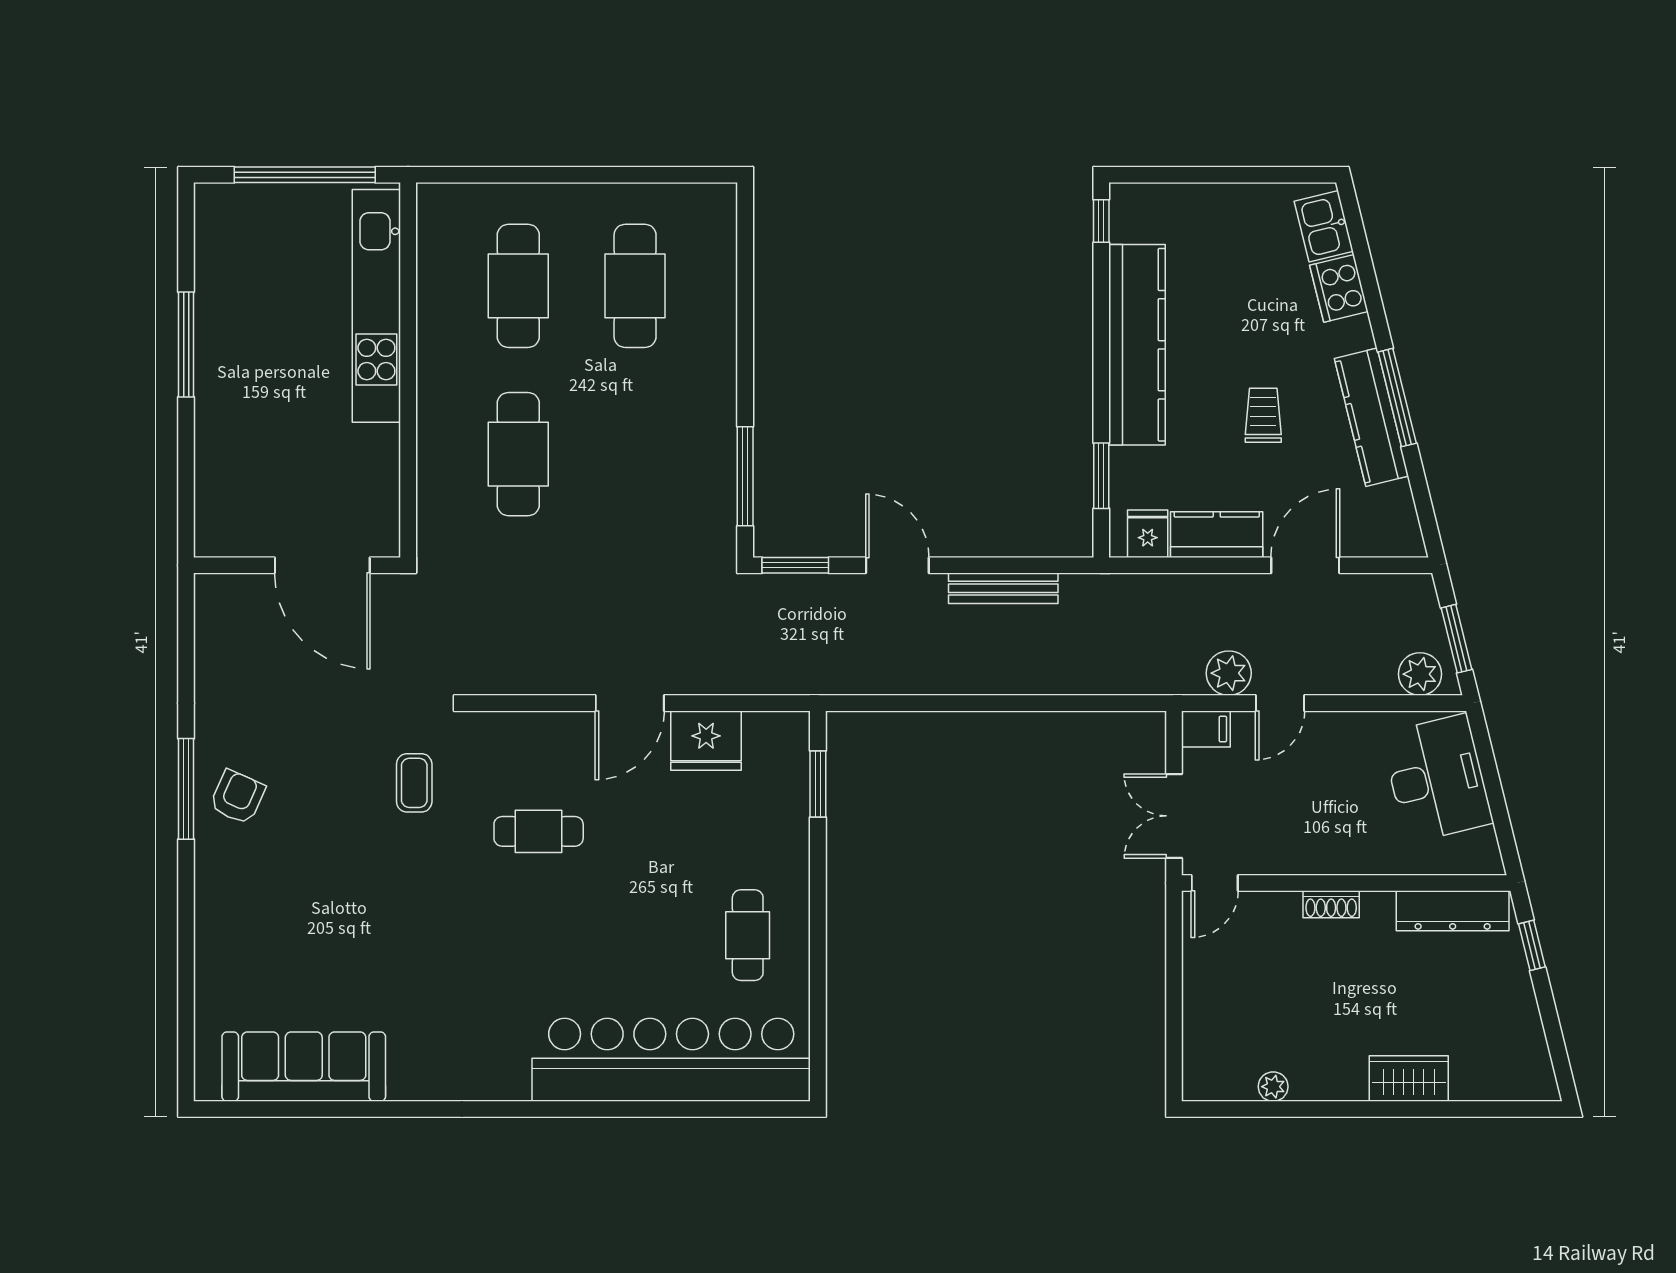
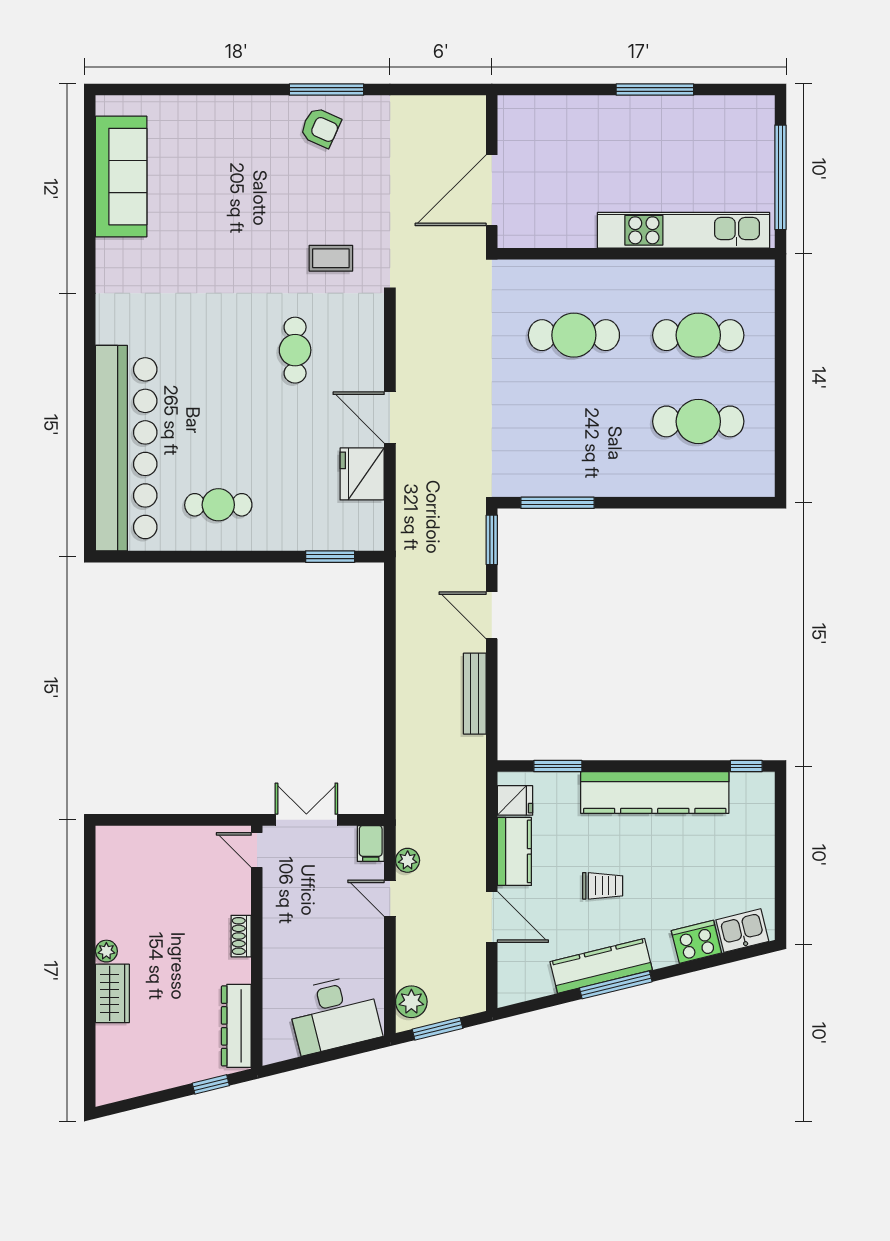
door: (897, 565) -> (492, 615), swing flipped
plant: (1229, 673) -> (408, 860), width x0.73, depth x0.73
plant: (1273, 1087) -> (106, 951), moved

